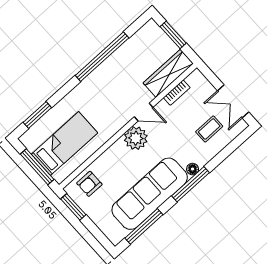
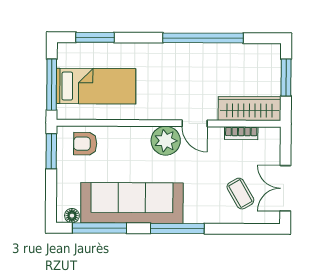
coffee table: (209, 129) -> (240, 194), turned 60
floor lamp: (193, 169) -> (72, 216), moved

